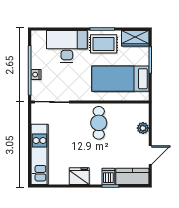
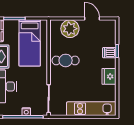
plant: (143, 128) -> (70, 29), width x1.87, depth x1.87
kitchen counter: (132, 176) -> (109, 33), removed

